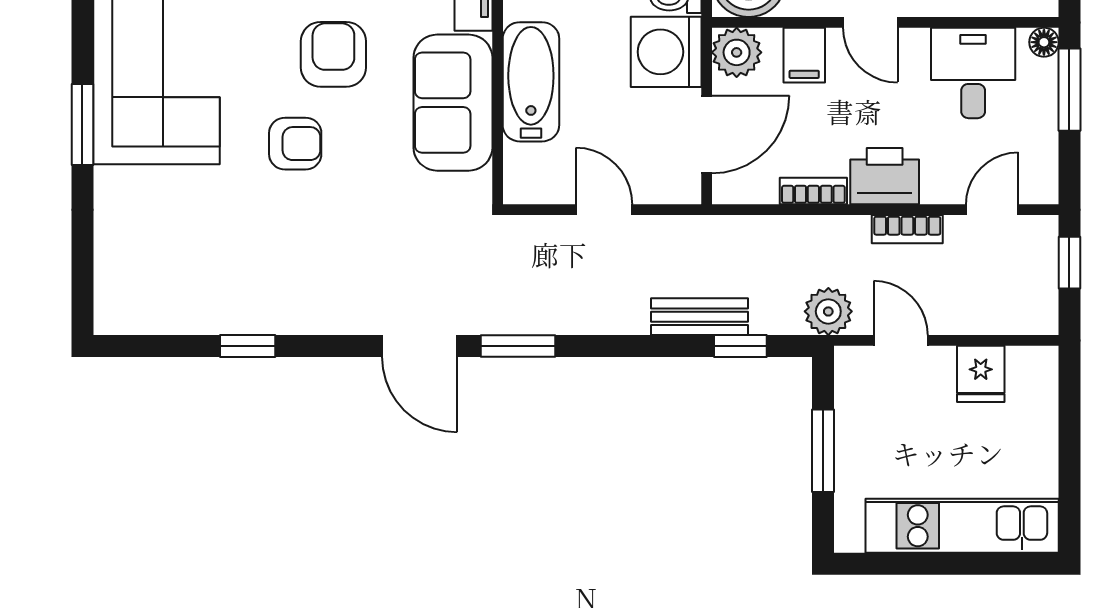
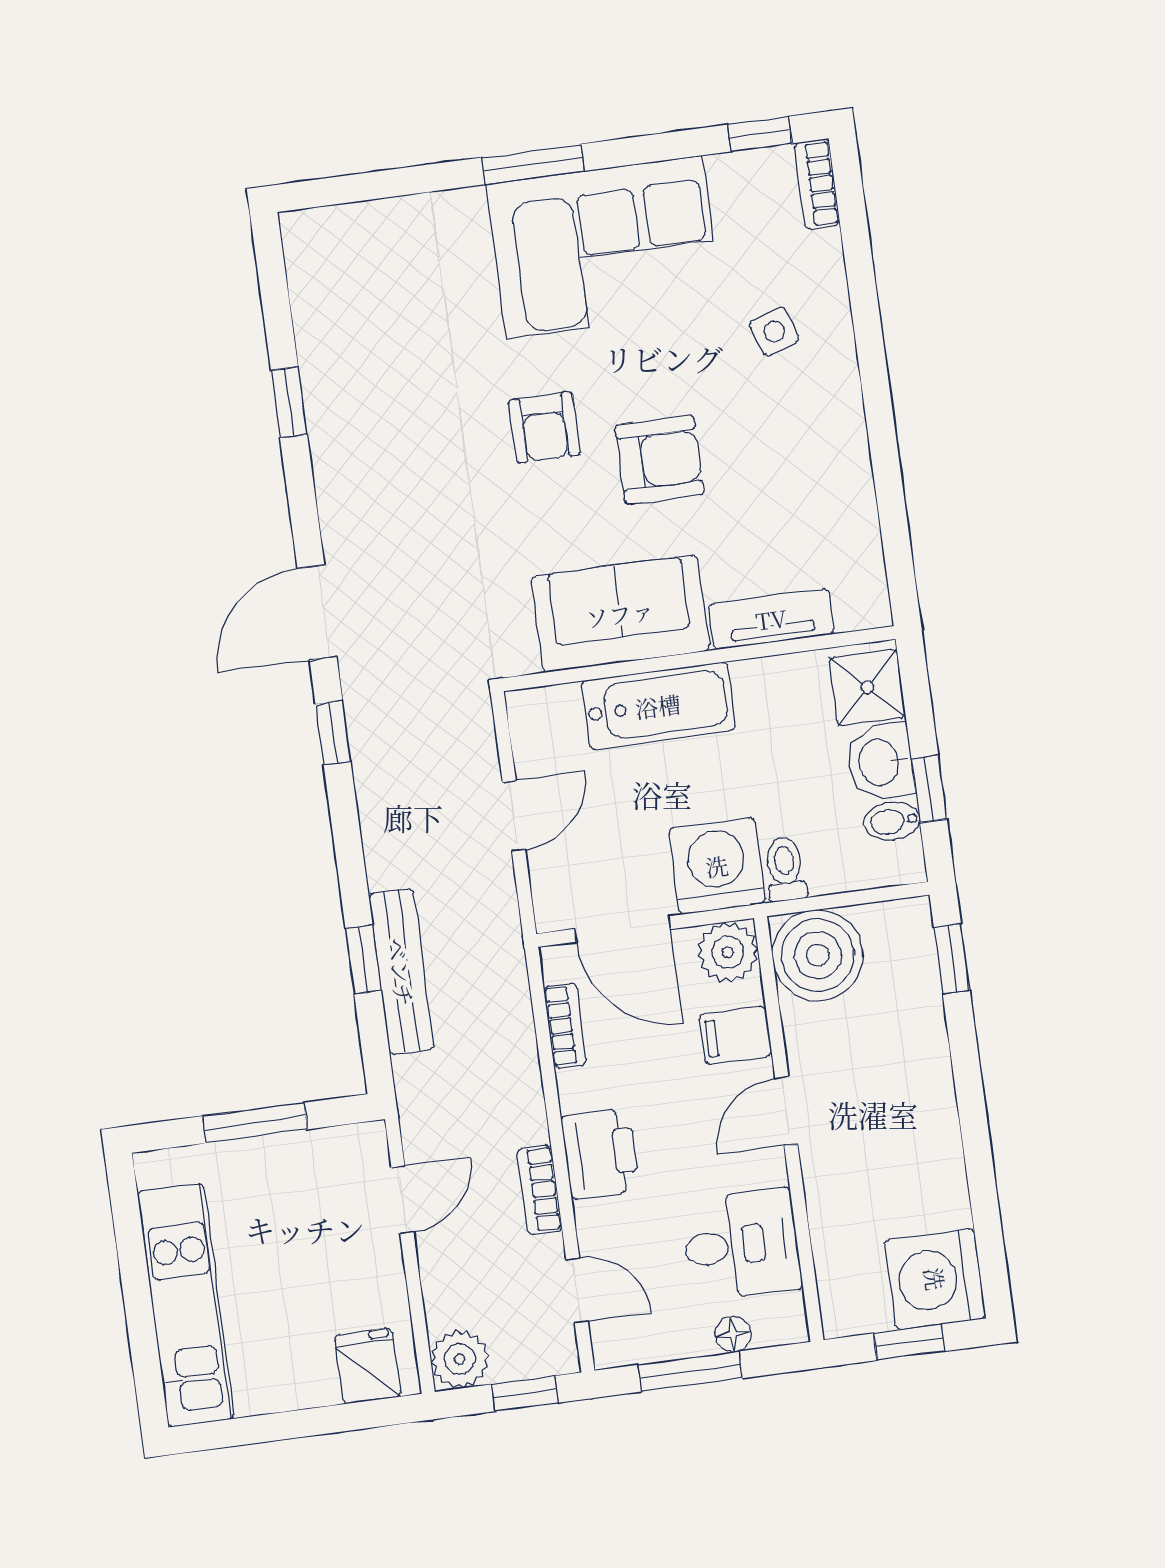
floor lamp: (1044, 42) -> (733, 1334), moved
window: (1069, 90) -> (691, 1371), moved
bookcase: (813, 191) -> (565, 1026), moved
plant: (828, 311) -> (460, 1359), moved
bench: (699, 317) -> (401, 972), width x1.36
window: (518, 346) -> (333, 733), width x0.67
window: (740, 346) -> (363, 959), moved
fridge: (981, 374) -> (368, 1366), moved, turned 90

